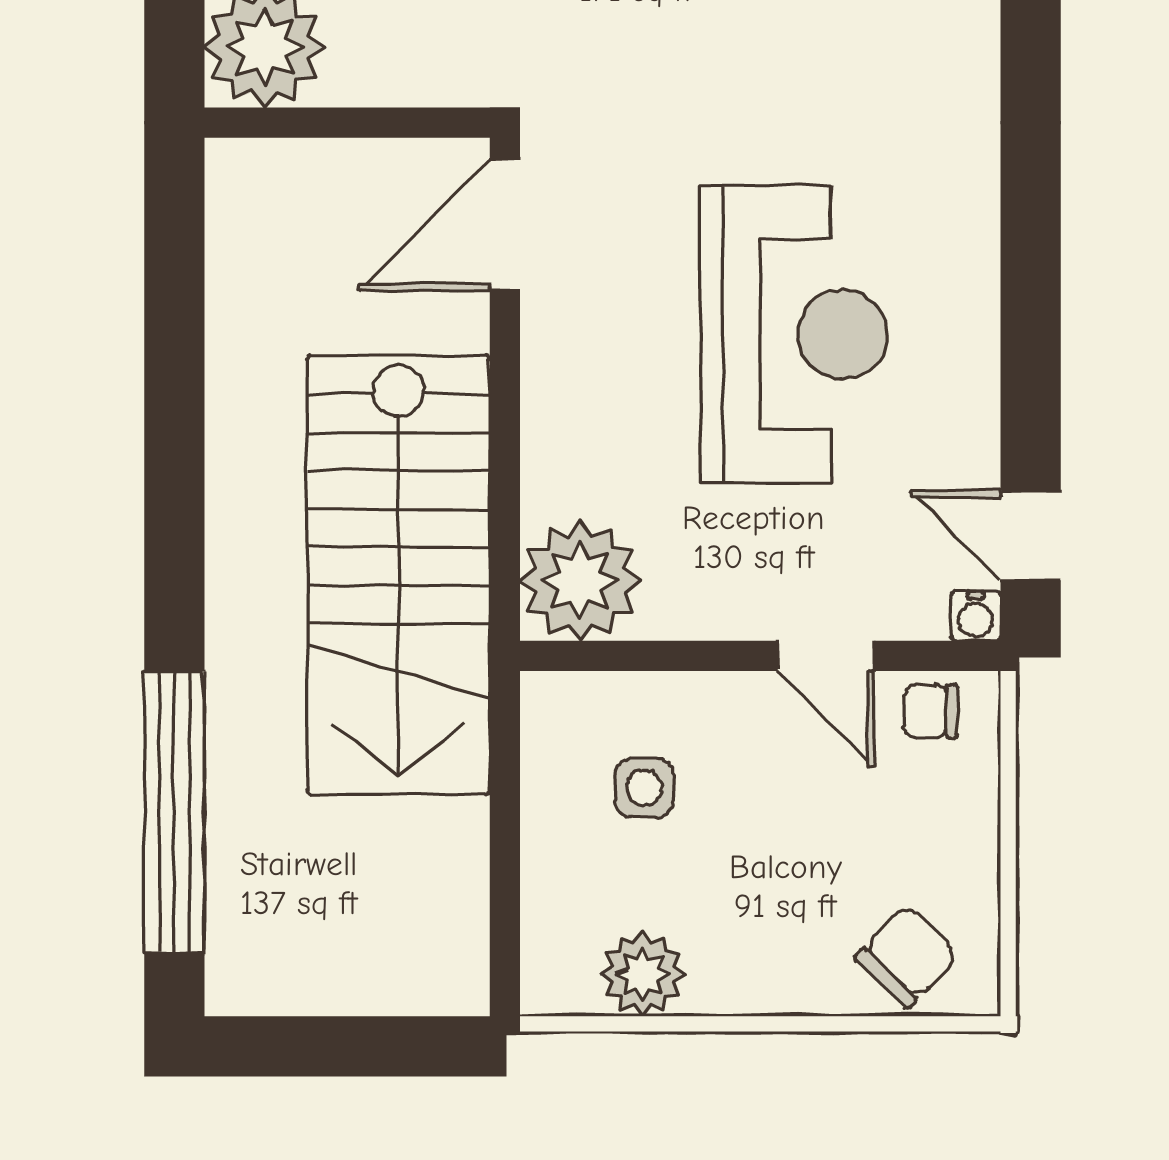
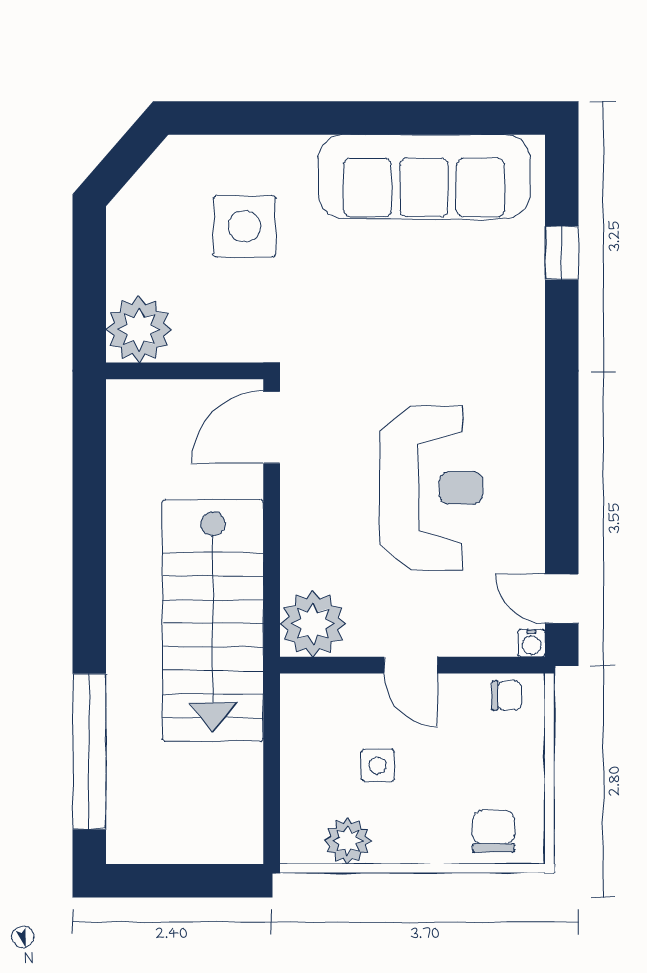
door: (826, 656) -> (411, 665), moved
chair: (931, 711) -> (507, 696), turned 180
side table: (644, 788) -> (378, 765), moved
chair: (907, 957) -> (493, 831), turned -44

